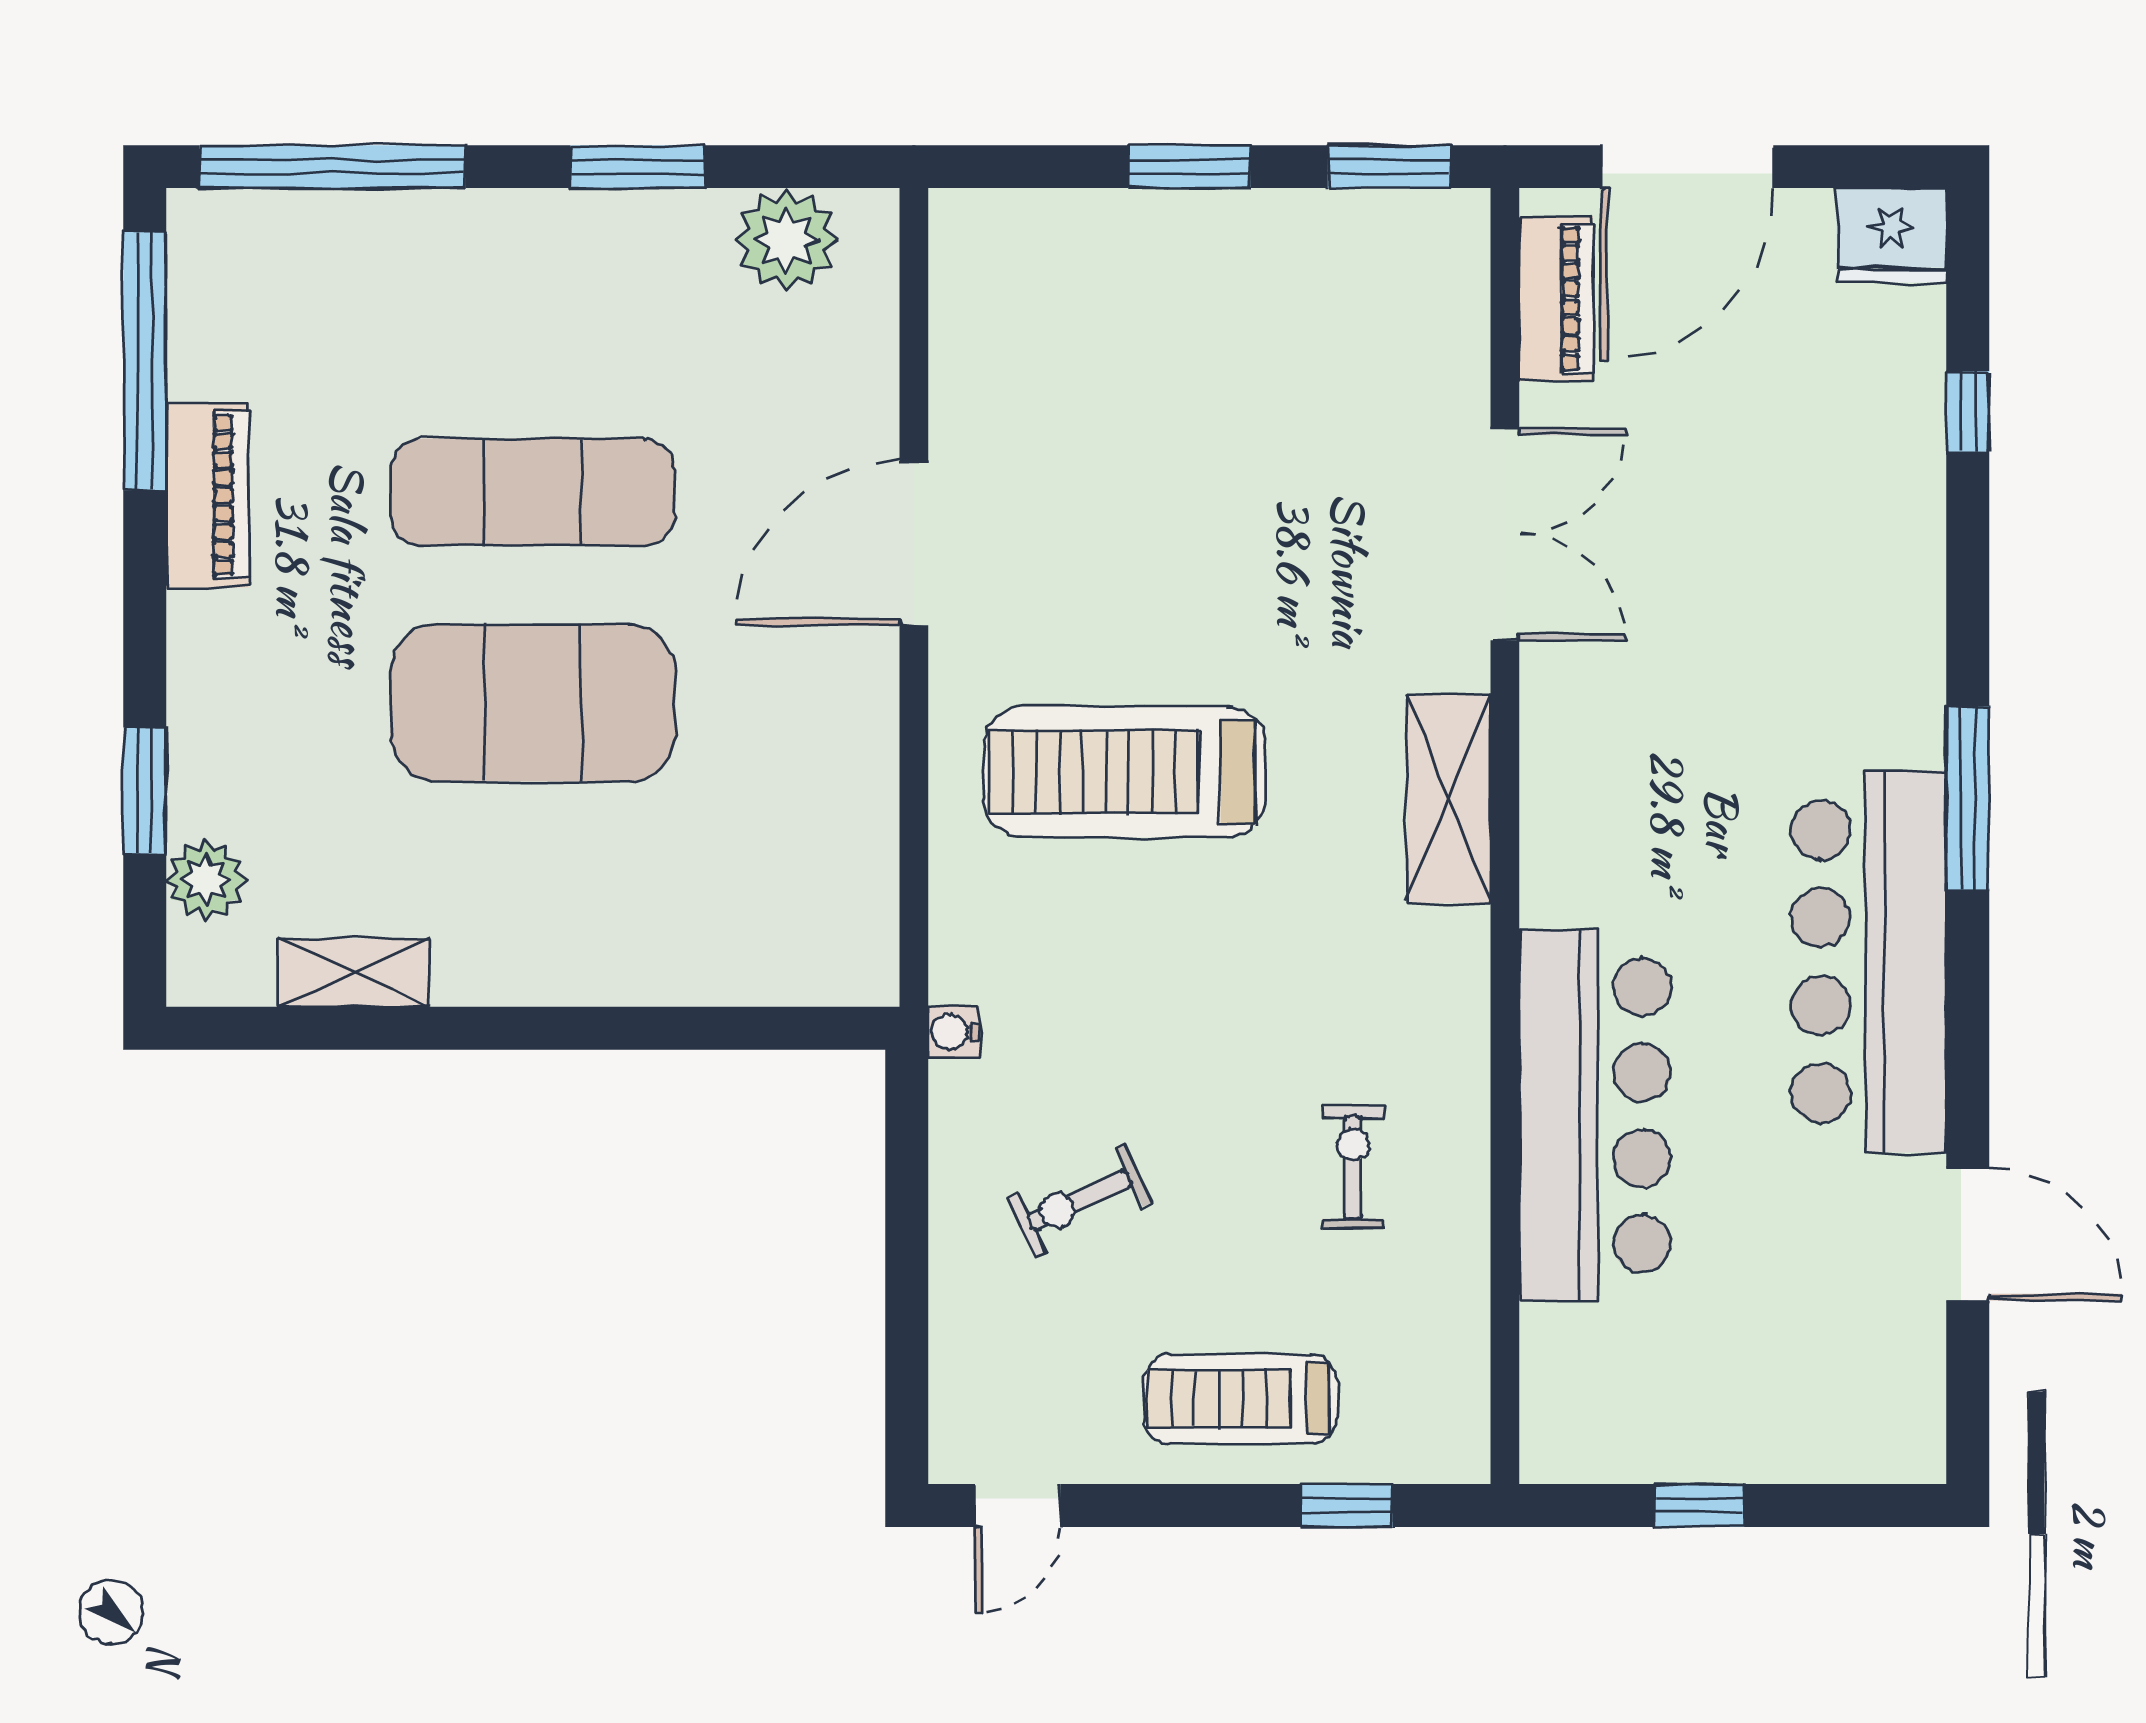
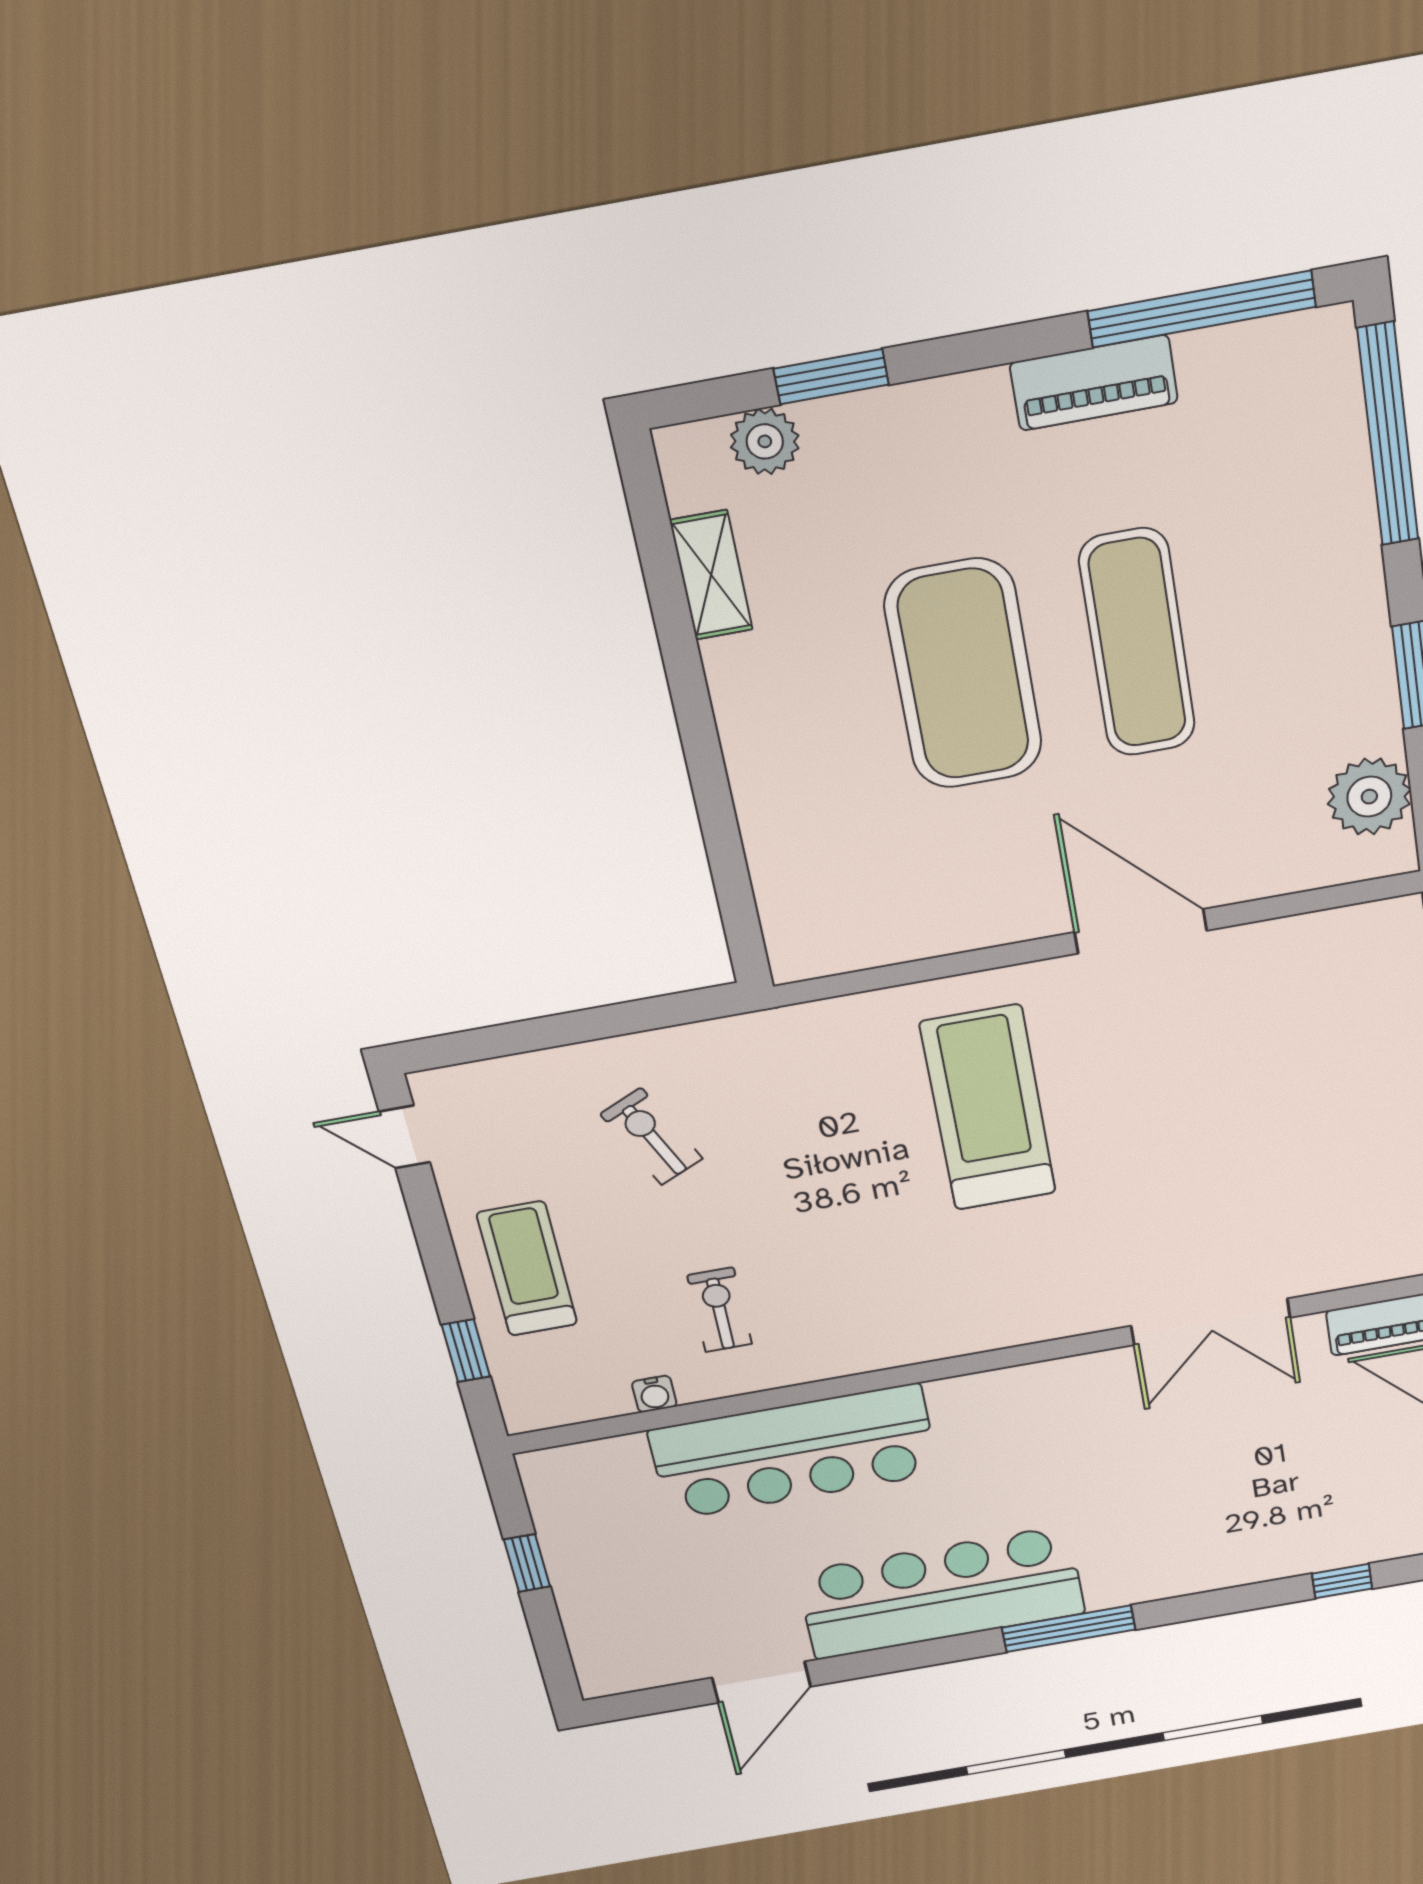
shelving: (1449, 798) -> (1008, 1321), removed
water cooler: (954, 1032) -> (654, 1394), moved, turned 180
exercise bike: (1353, 1168) -> (720, 1310), turned -90

